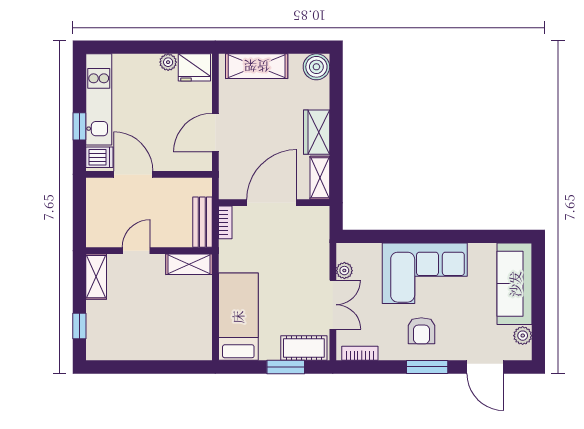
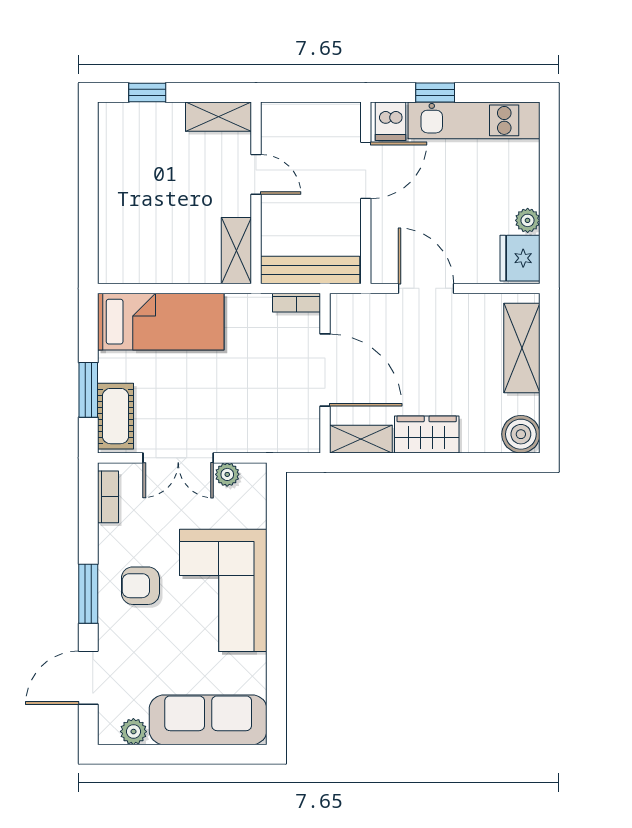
bench: (202, 222) -> (310, 270), width x1.36

